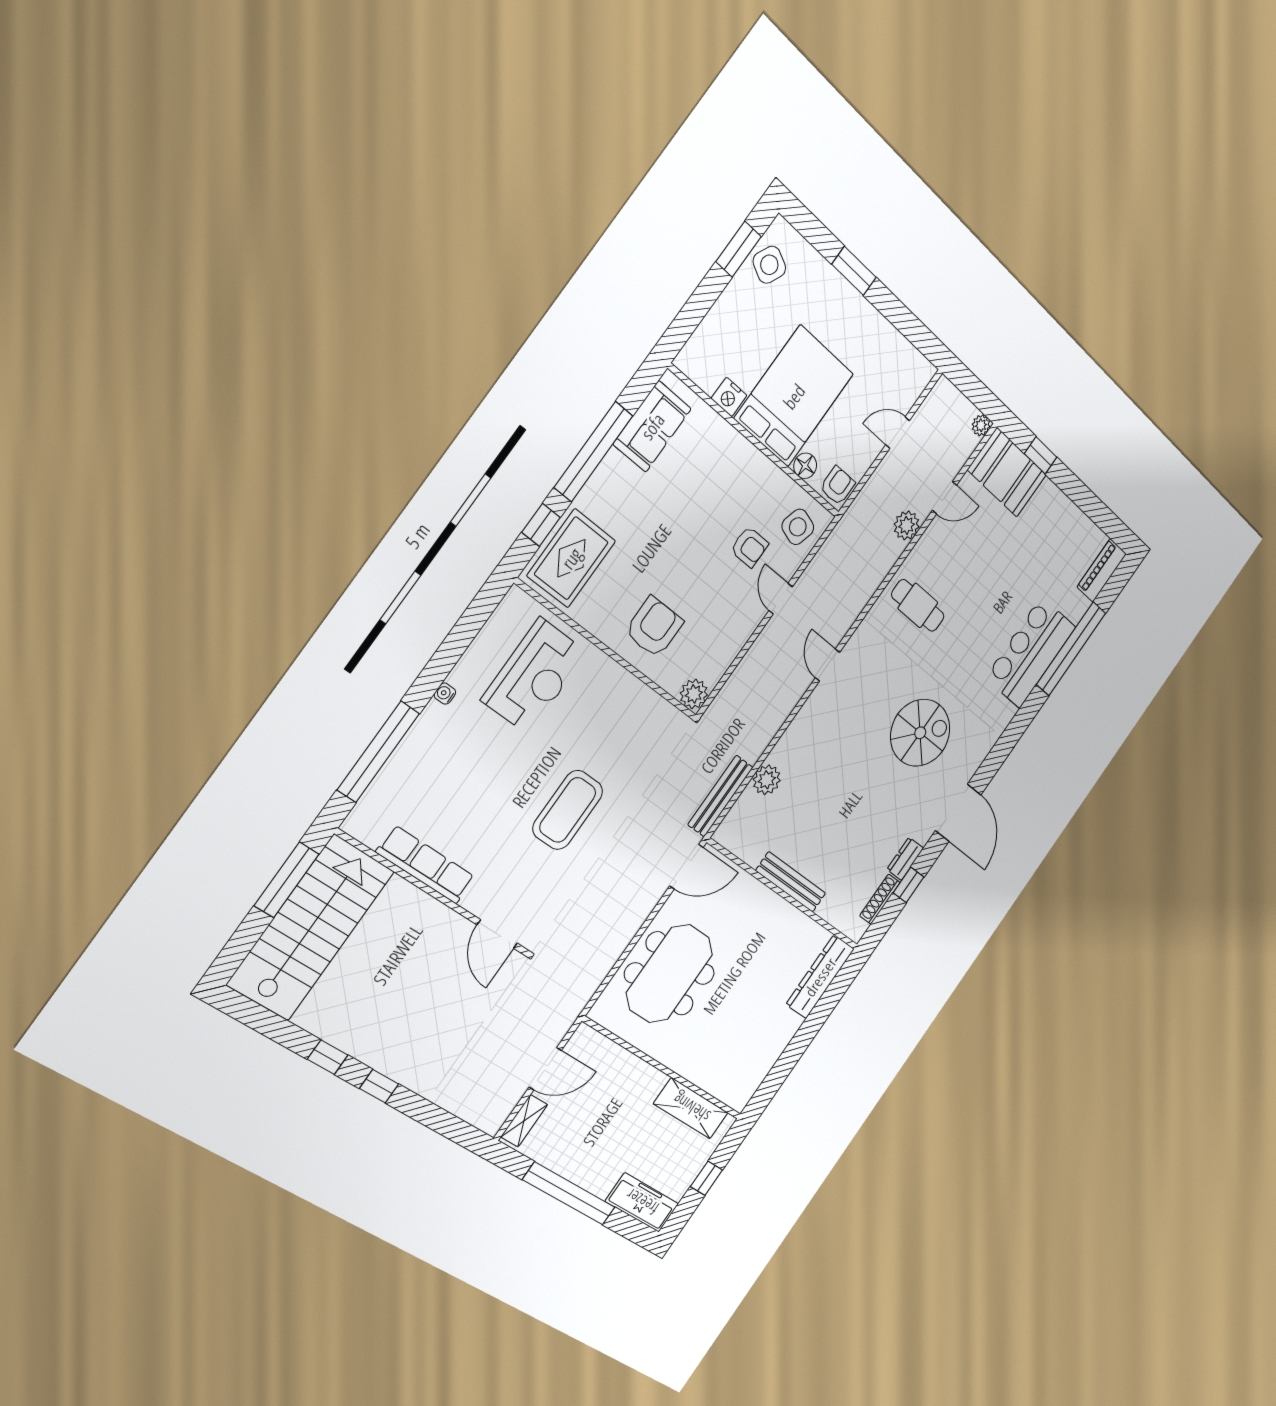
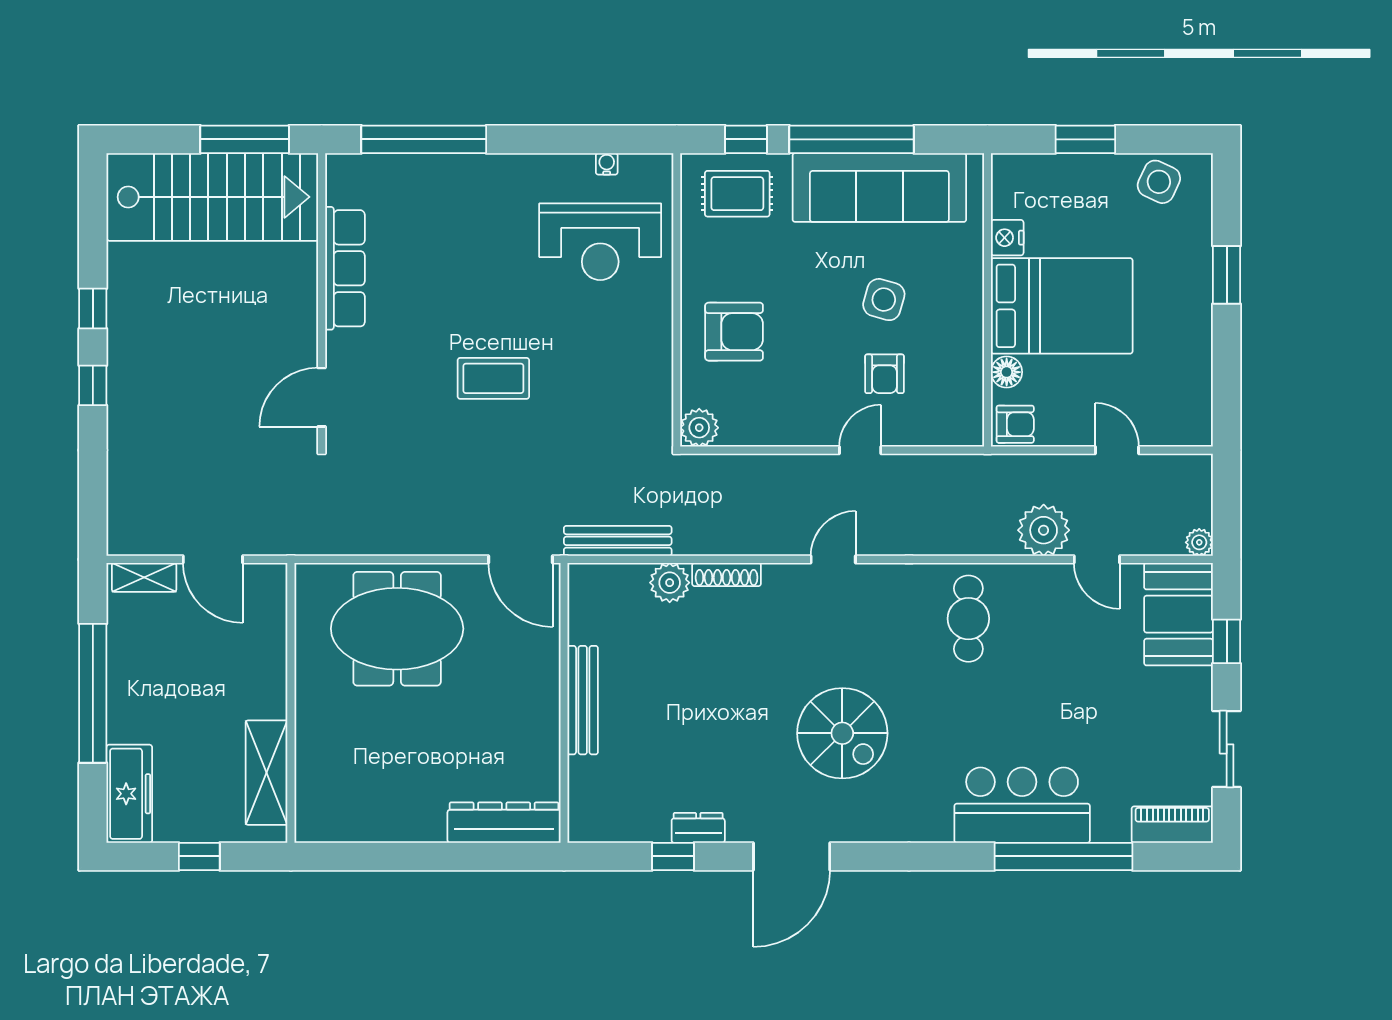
window: (739, 249) -> (1085, 139), moved
sofa: (652, 426) -> (879, 187), width x1.85, depth x1.27
sliding door: (1090, 505) -> (1227, 749), added
plant: (907, 525) -> (1044, 530), width x1.36, depth x1.36
side table: (798, 527) -> (884, 300), moved
rug: (571, 558) -> (737, 194), width x0.73, depth x0.70
water cooler: (445, 694) -> (607, 164), moved
coffee table: (568, 810) -> (493, 378), width x0.73, depth x0.76
shoe rack: (880, 899) -> (727, 574), moved, turned 180

